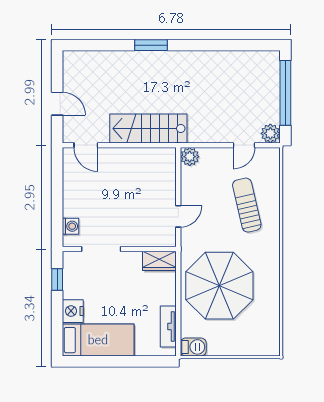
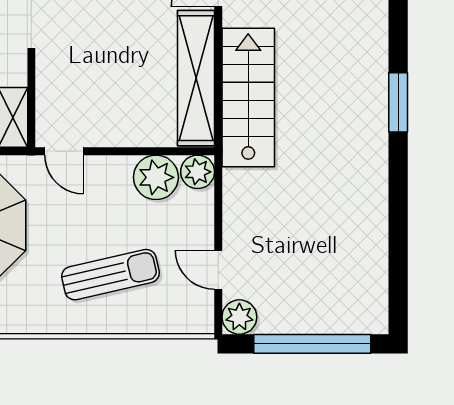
shelving: (138, 158) -> (196, 78), added
plant: (193, 180) -> (156, 177), added
door: (178, 216) -> (64, 151), moved

